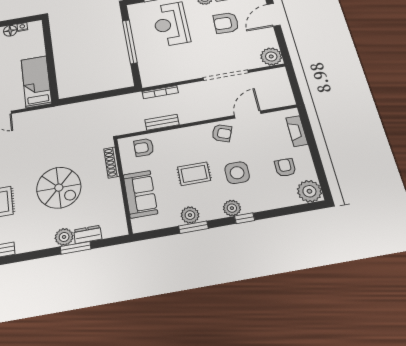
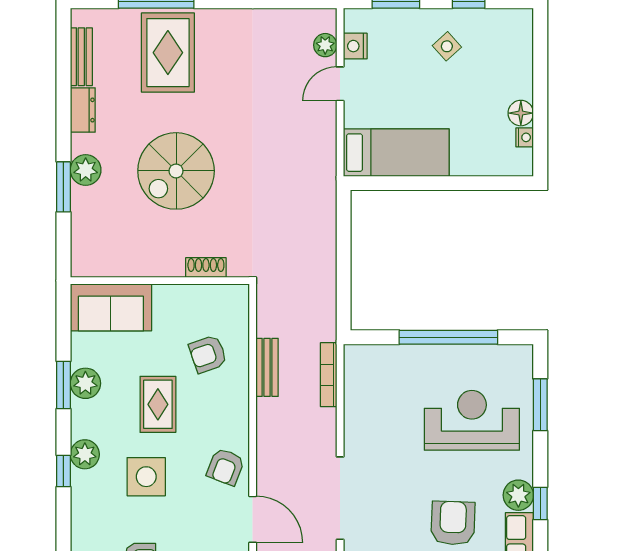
armchair: (144, 147) -> (208, 354), moved, turned -109
shoe rack: (112, 162) -> (206, 268), width x0.70
sofa: (140, 194) -> (111, 307), moved
dresser: (88, 234) -> (83, 110), moved

